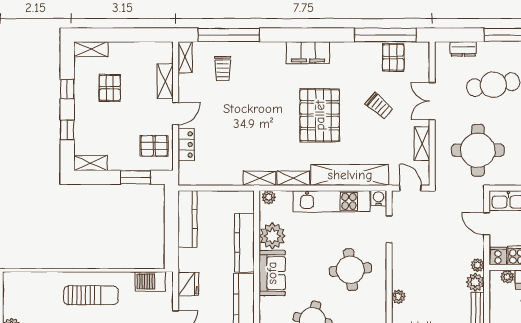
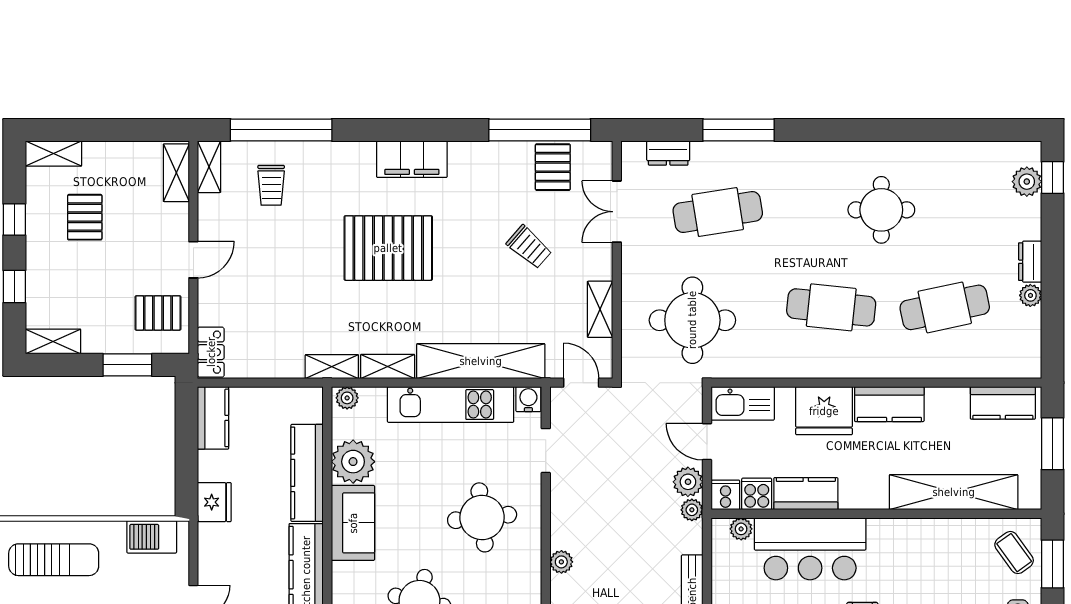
shelving: (165, 81) -> (176, 173), moved
double door: (432, 101) -> (617, 212), moved
pallet: (320, 115) -> (388, 248), moved, turned 90
locker: (186, 144) -> (211, 352), moved
kitchen counter: (187, 219) -> (213, 418), width x0.67
plant: (475, 282) -> (688, 482), moved
fridge: (188, 284) -> (214, 502), moved

